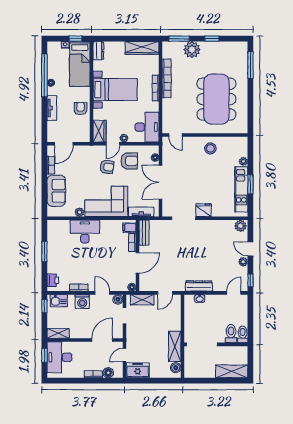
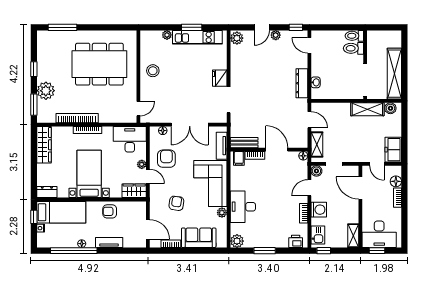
armchair: (107, 167) -> (176, 203), moved
plant: (53, 226) -> (237, 241), added
shelving: (232, 371) -> (394, 74), moved, width x1.47

